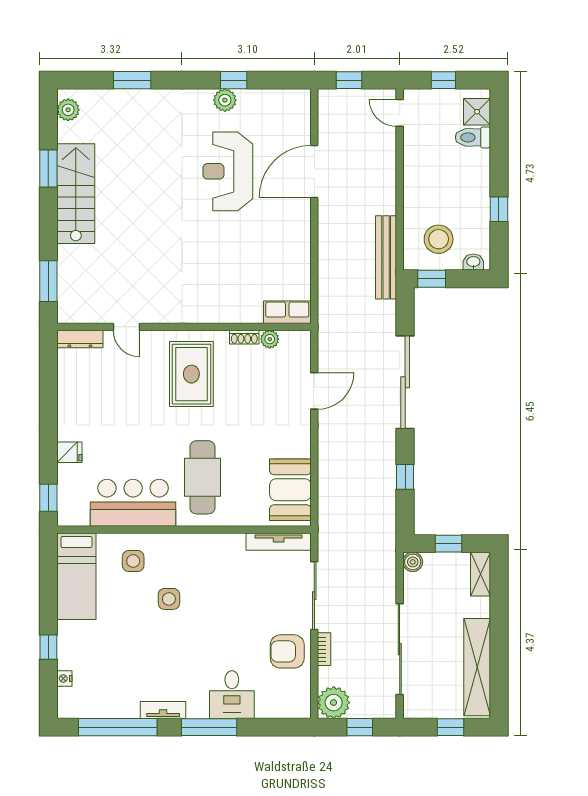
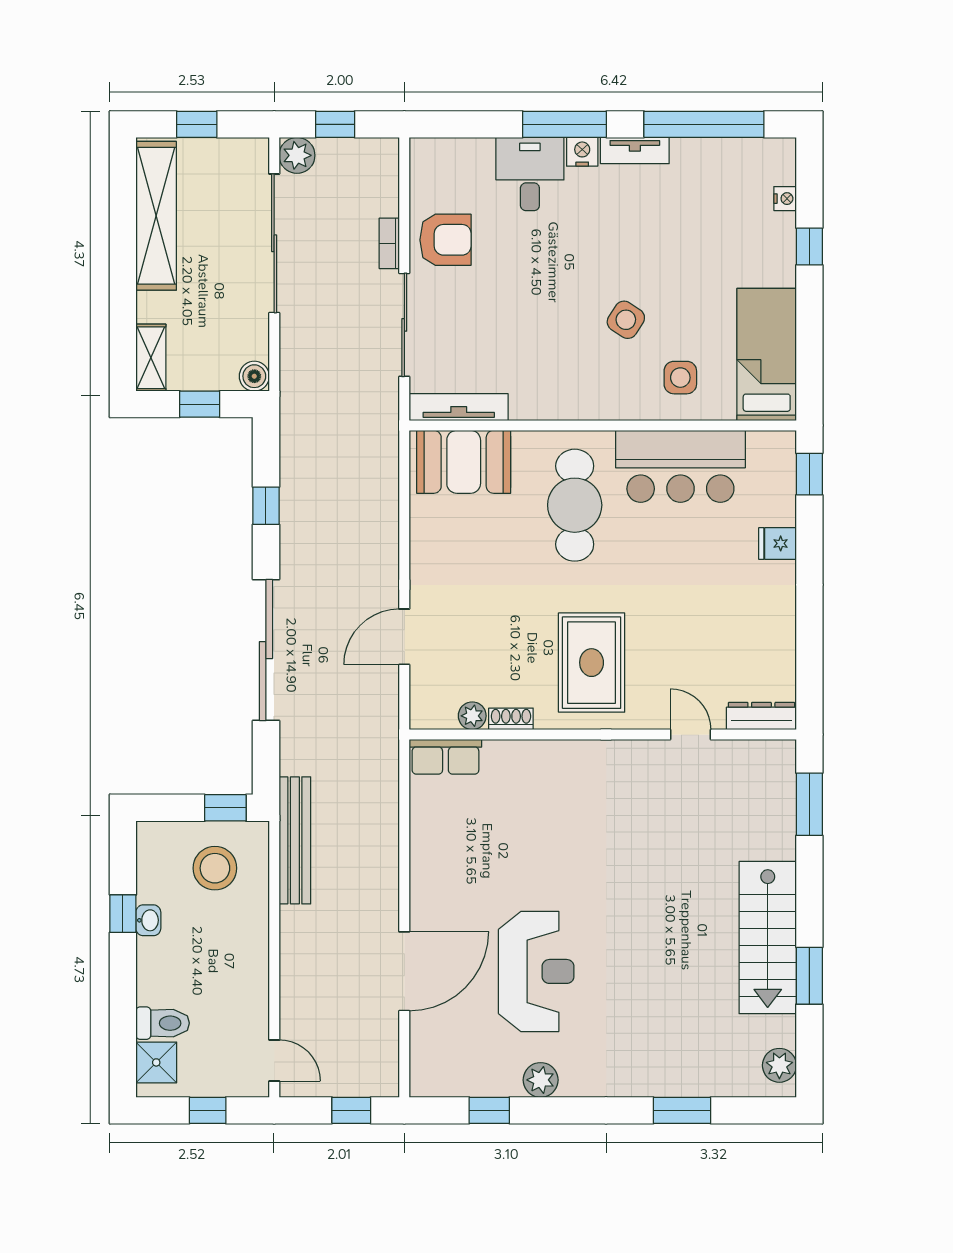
window: (234, 80) -> (489, 1110), moved
washbasin: (473, 262) -> (148, 920), moved, turned -90
booth: (290, 490) -> (464, 462), moved, turned 90
side table: (169, 599) -> (626, 320), turned 33
plant: (334, 703) -> (297, 155), moved, width x0.73, depth x0.73
nightstand: (198, 709) -> (582, 152), added

